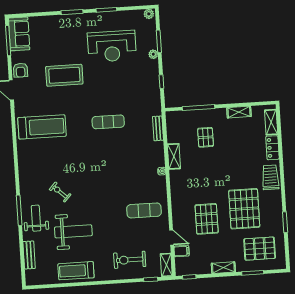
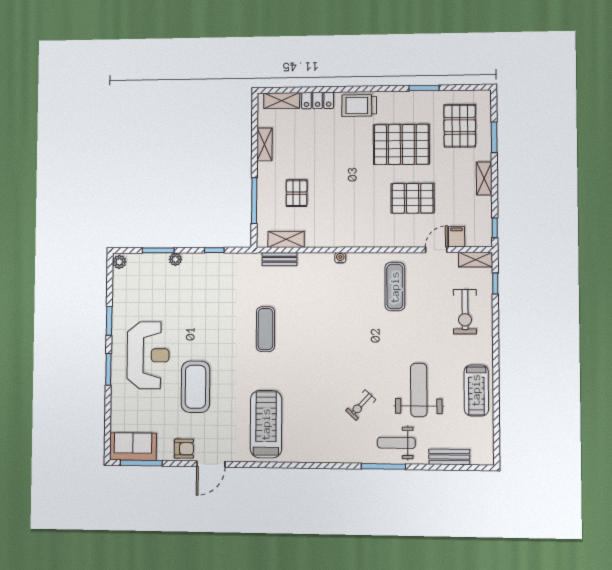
reception desk: (112, 46) -> (148, 355), moved
pallet: (206, 137) -> (297, 193), turned 90
shelving: (174, 156) -> (286, 239), moved

